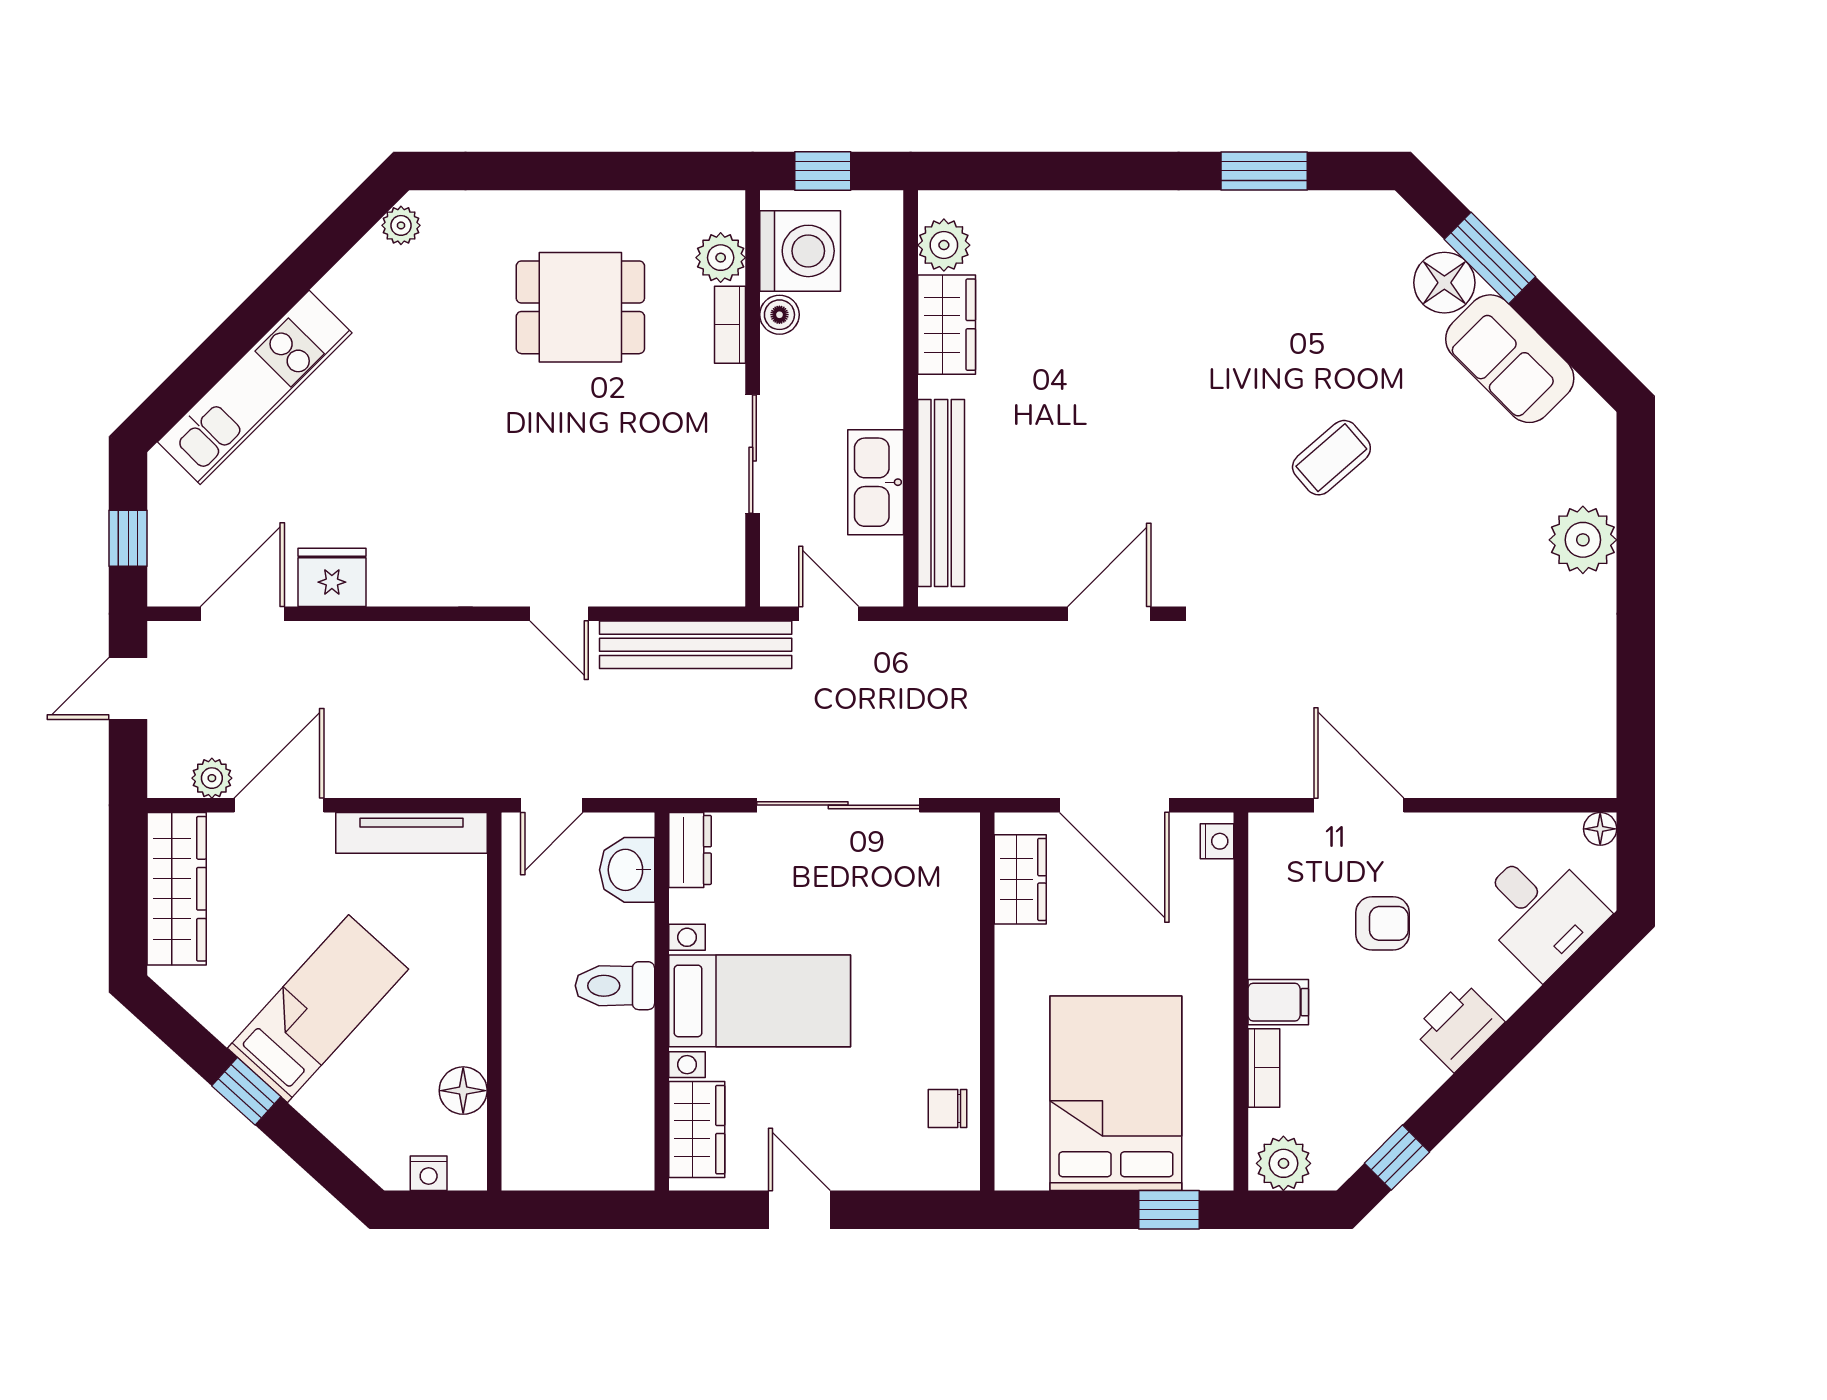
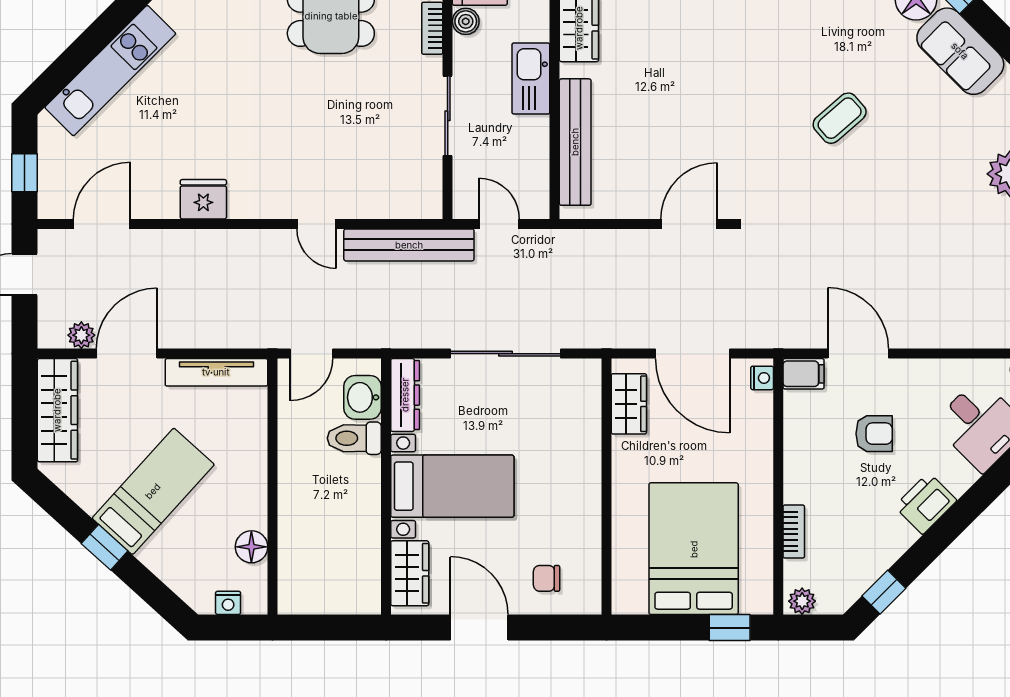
kitchen sink: (876, 482) -> (531, 79), moved
fridge: (332, 577) -> (203, 199), moved
dresser: (690, 850) -> (405, 395), width x1.44
toilet: (615, 986) -> (354, 438), moved
filing cabinet: (1278, 1002) -> (804, 374), moved
chair: (948, 1109) -> (546, 578), moved
plant: (1283, 1163) -> (802, 601), width x0.73, depth x0.73
door: (799, 1210) -> (479, 628), width x1.38

